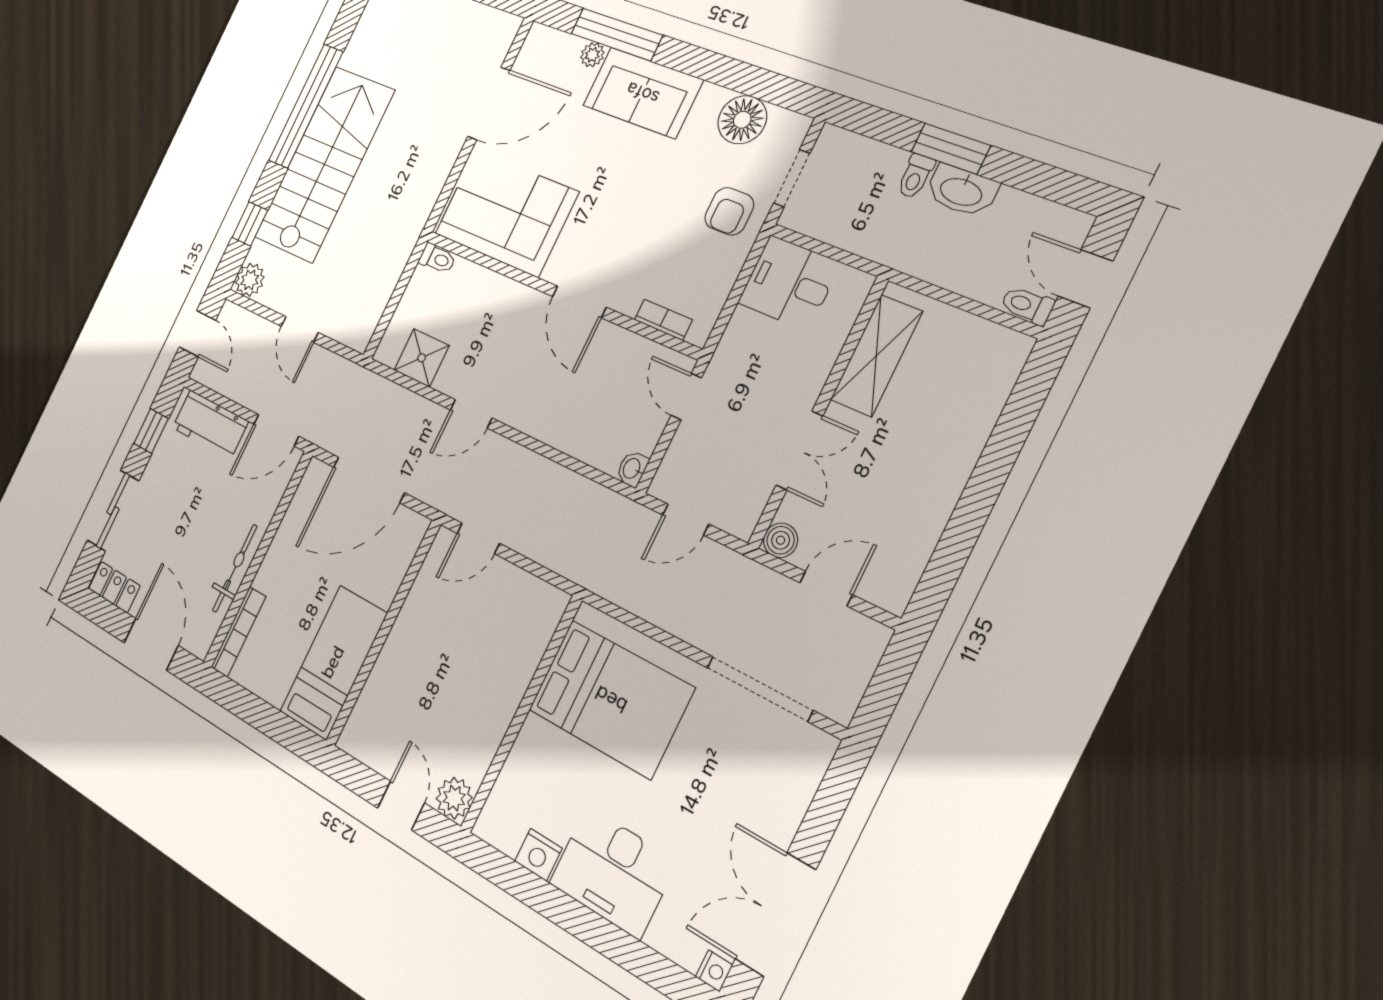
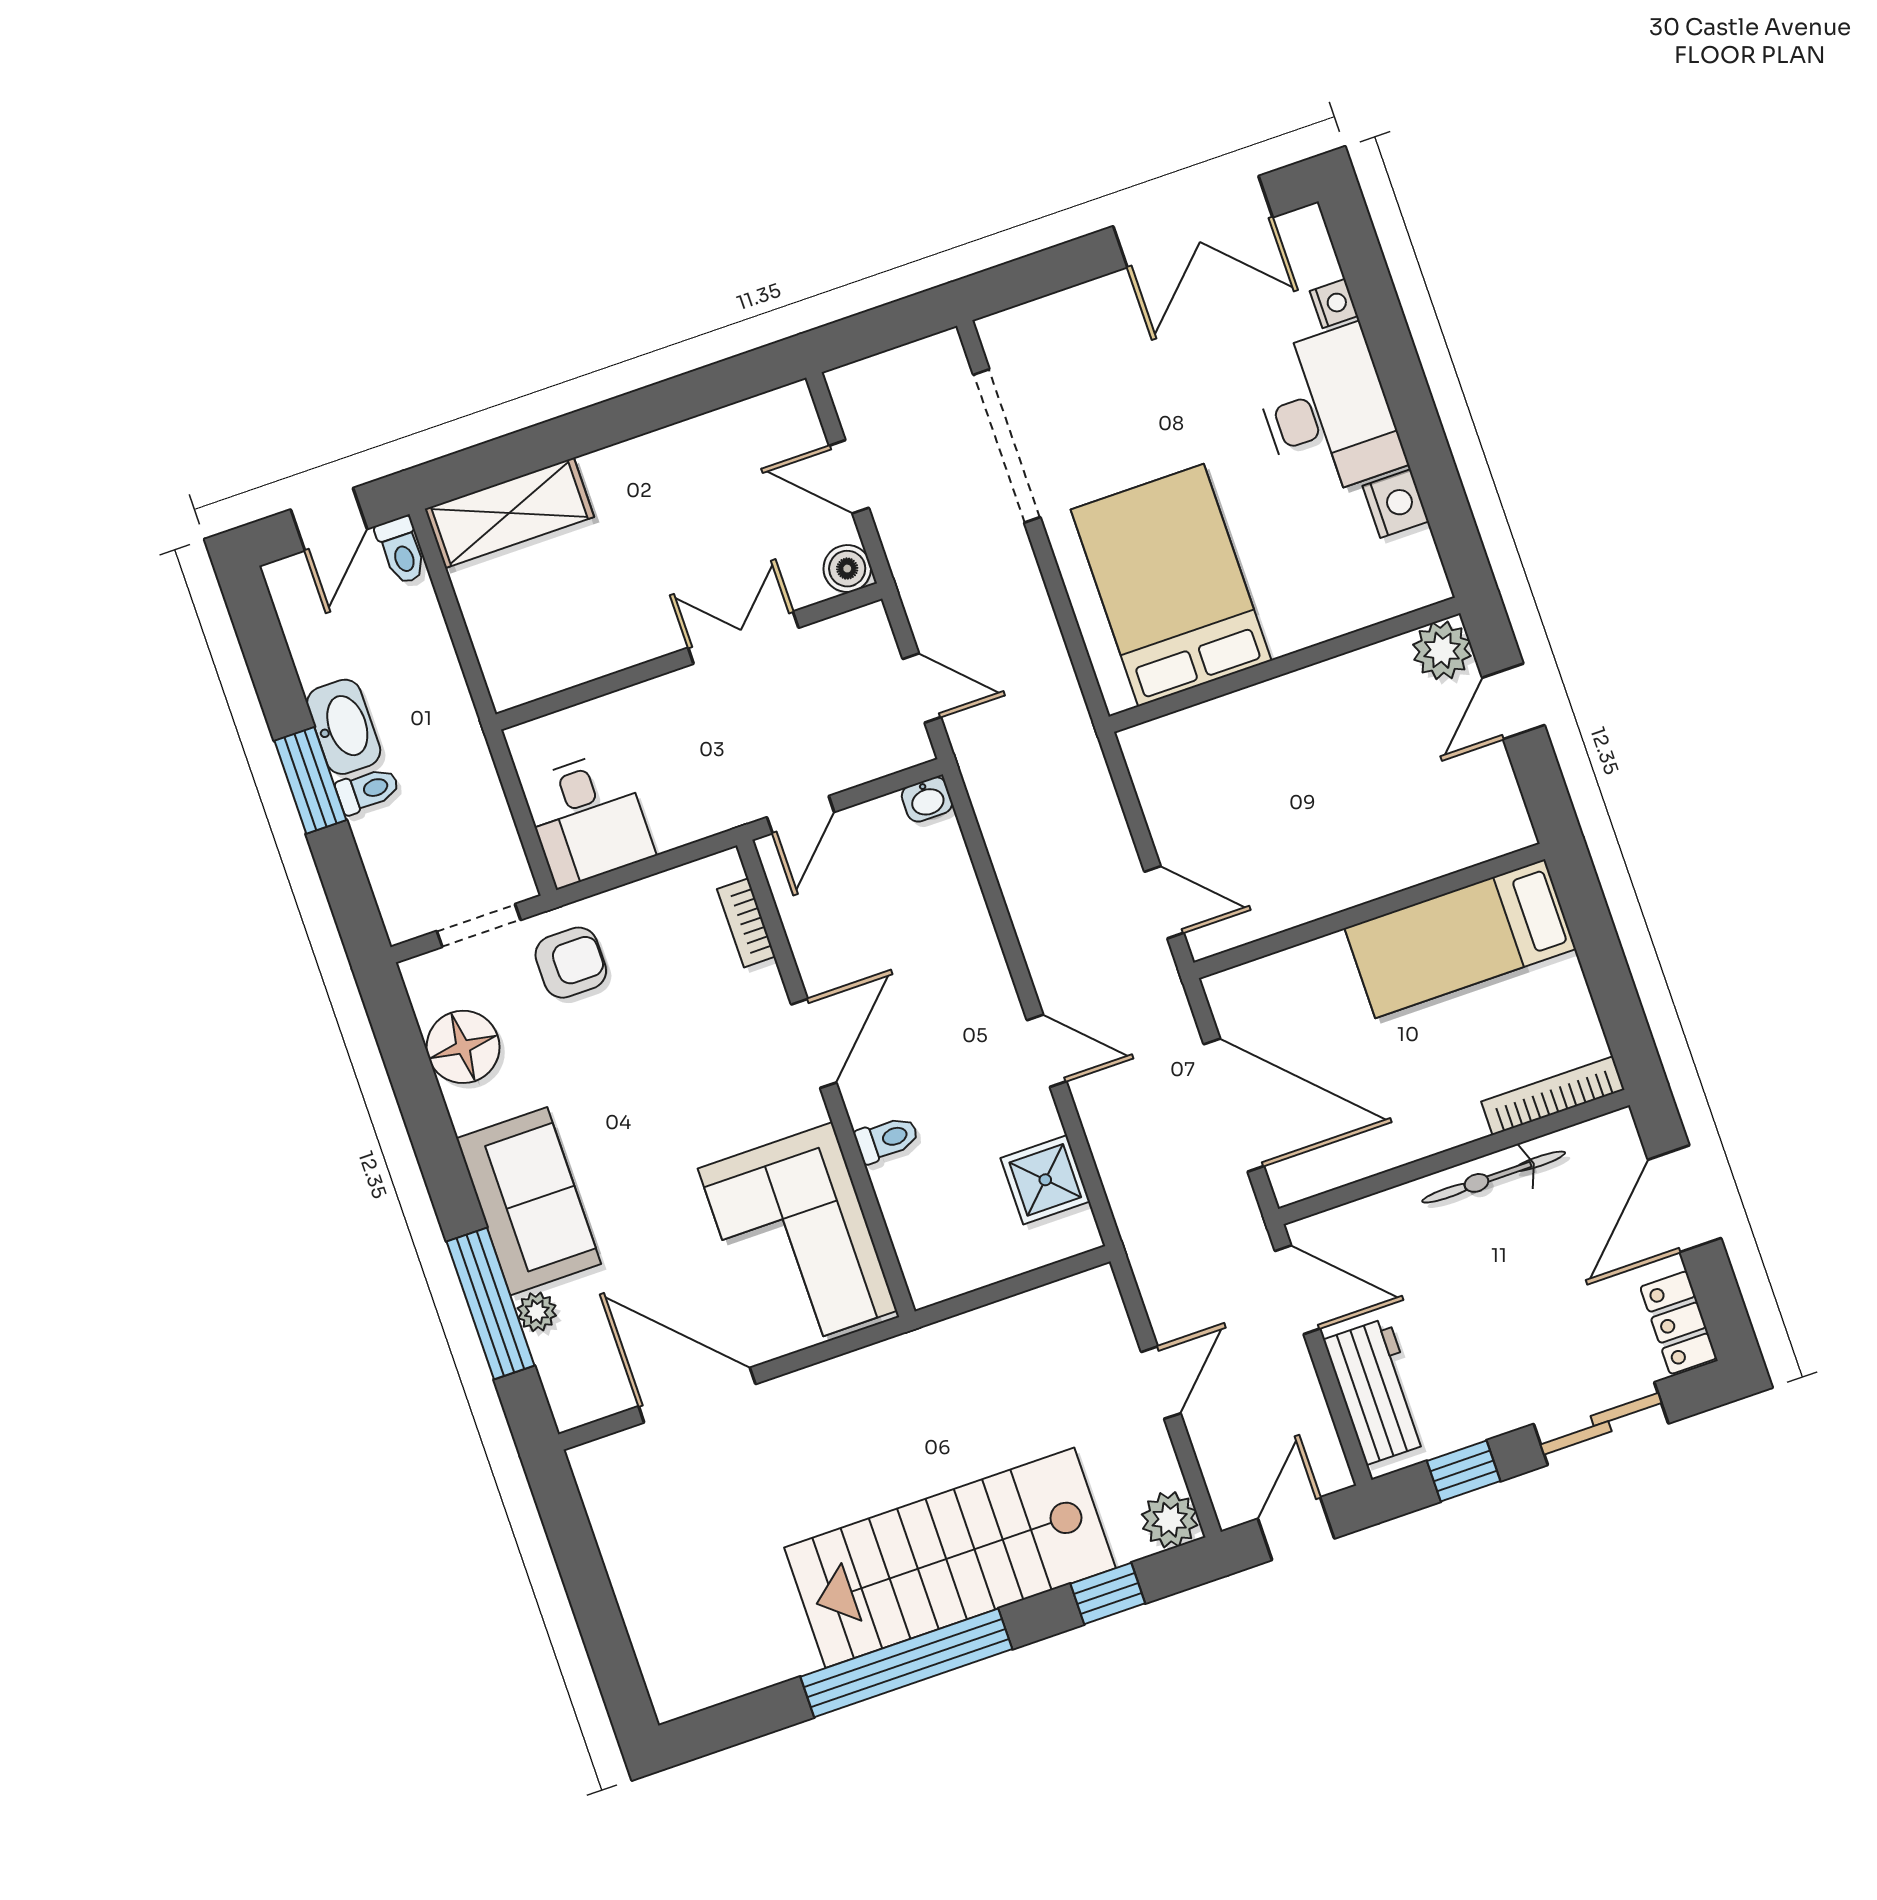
toilet: (437, 259) -> (887, 1139), moved, turned 90
shelving: (876, 356) -> (509, 513), moved
nightstand: (714, 971) -> (1334, 304), moved, turned 90

